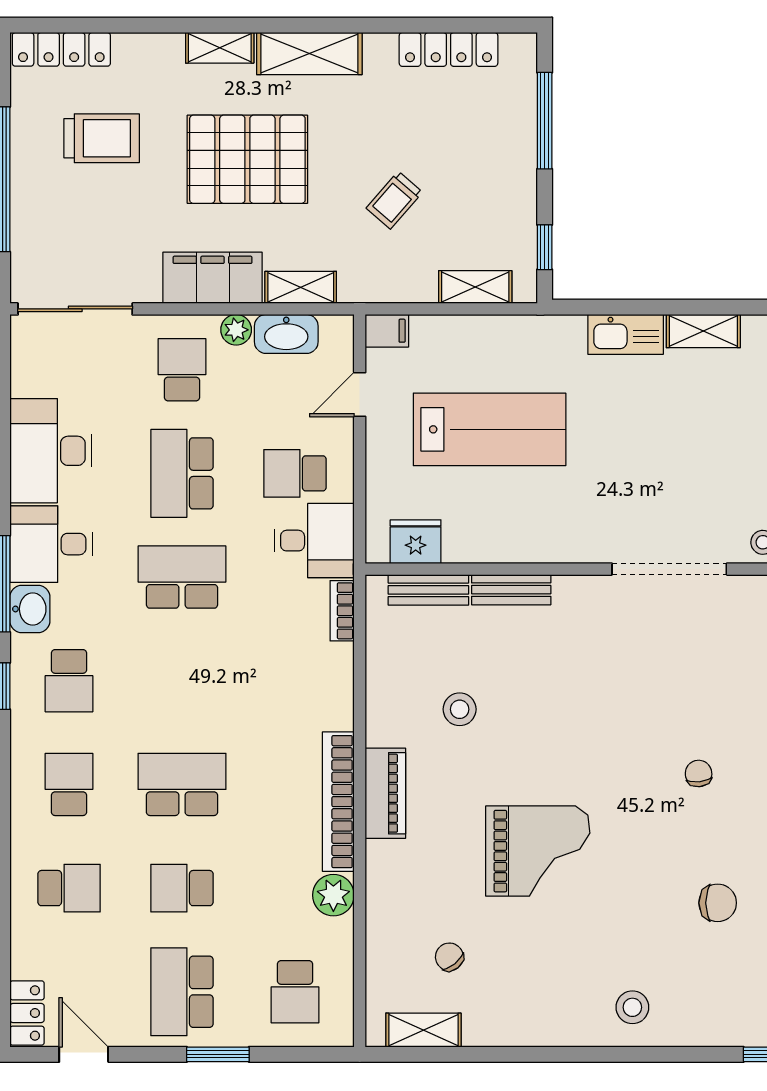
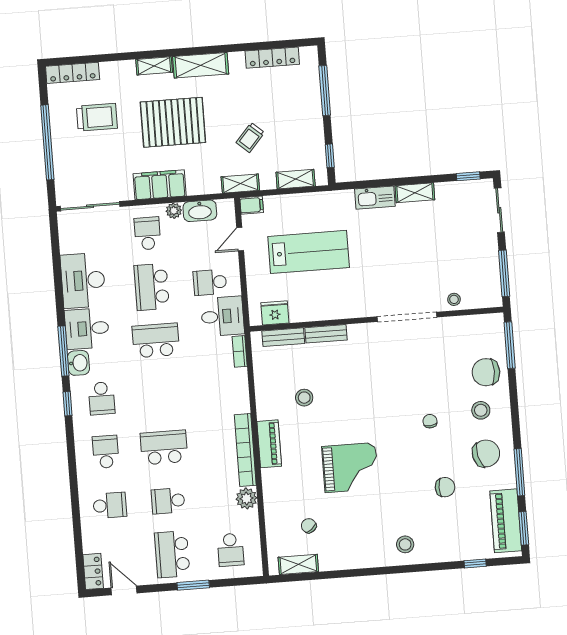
shelving: (301, 287) -> (240, 184), moved

